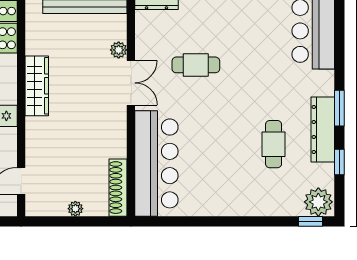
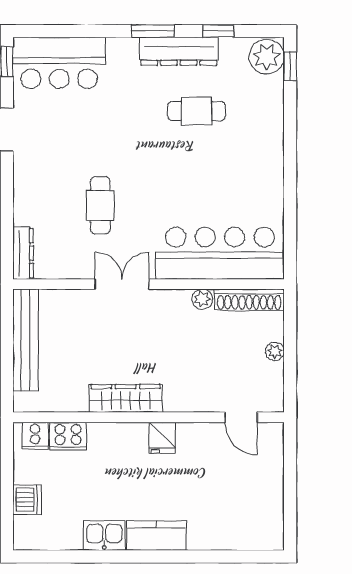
plant: (119, 50) -> (202, 299), moved

